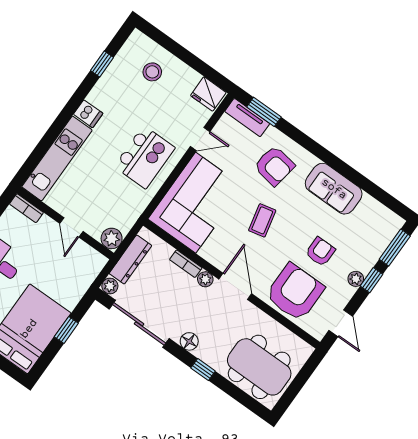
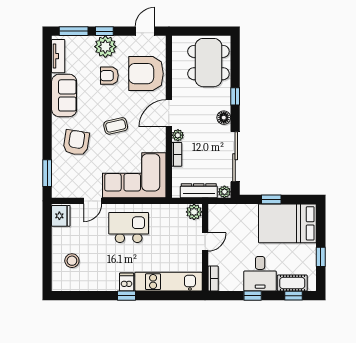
window: (102, 64) -> (126, 296), moved
tv unit: (247, 118) -> (58, 56), moved
door: (200, 139) -> (93, 201), swing flipped
plant: (356, 279) -> (105, 47), width x1.88, depth x1.88

